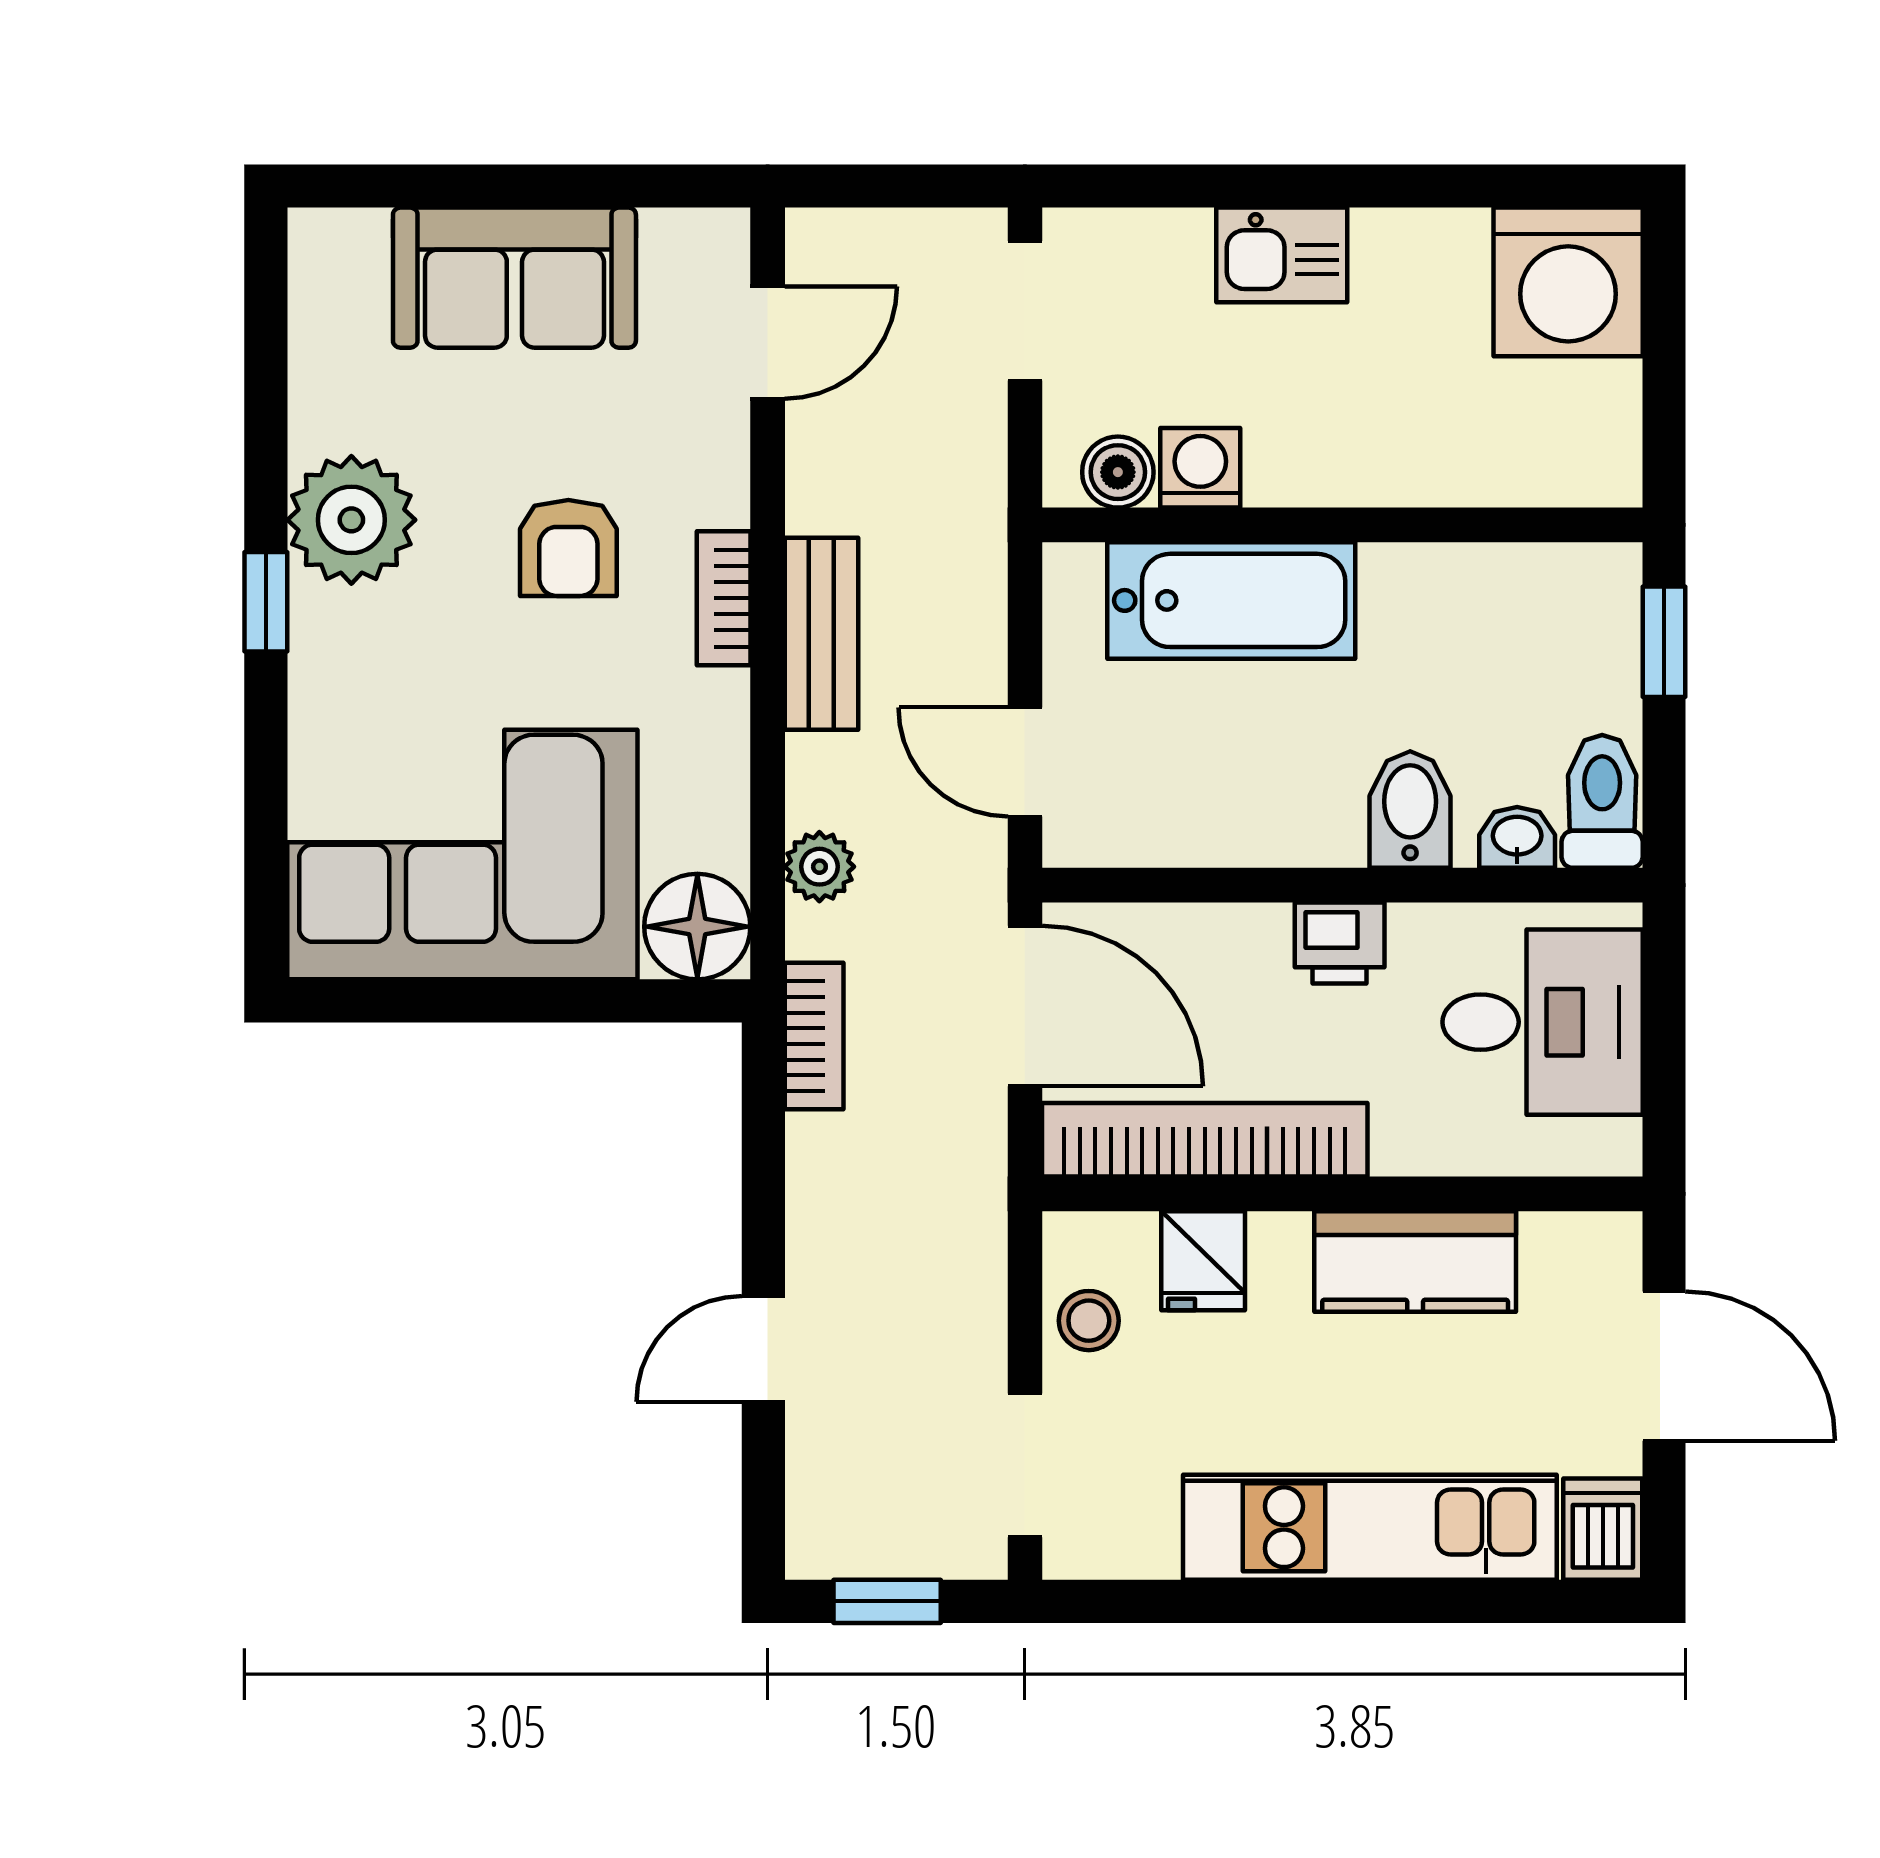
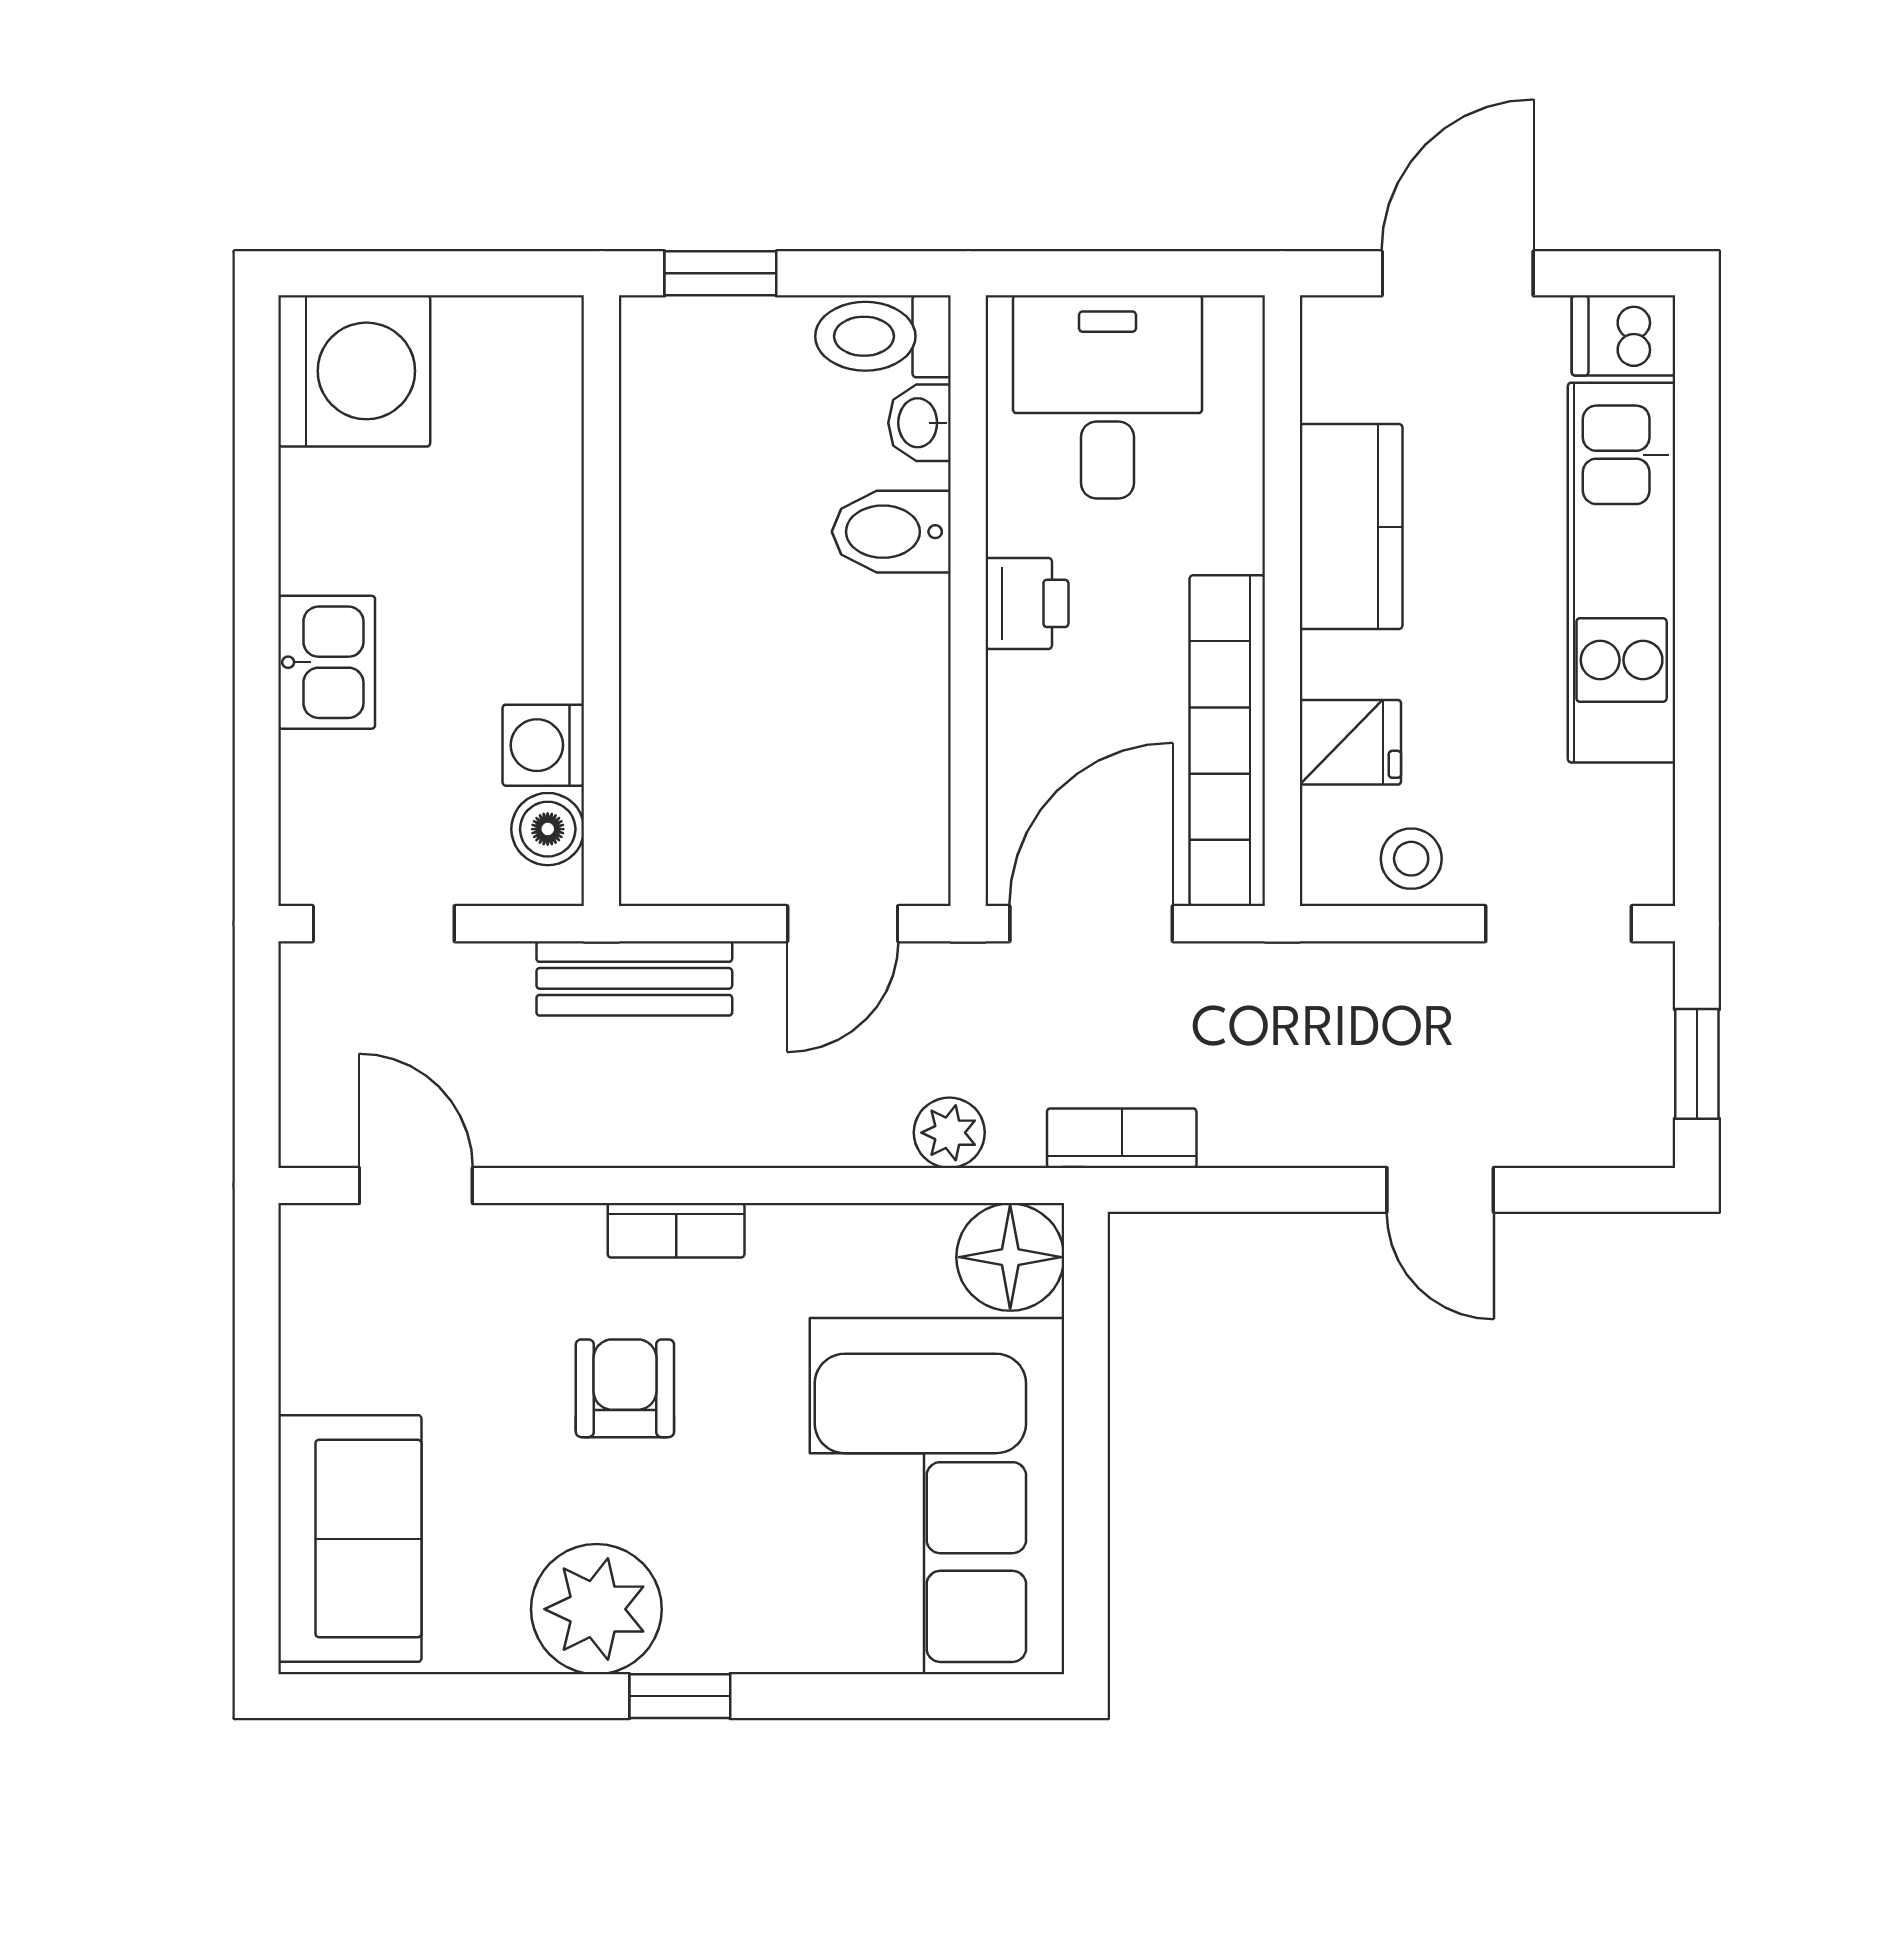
sofa: (514, 278) -> (350, 1539), moved
armchair: (568, 548) -> (625, 1388), turned -90
bathtub: (1231, 600) -> (678, 714), removed
bench: (821, 634) -> (634, 978), moved

